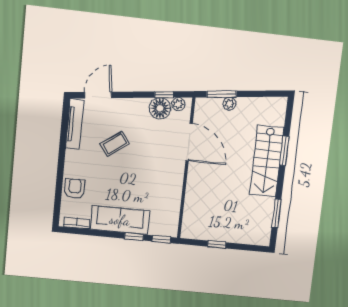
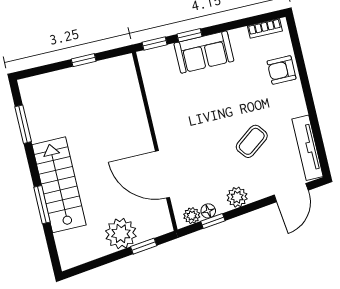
window: (222, 94) -> (144, 246), width x0.67
plant: (229, 104) -> (121, 234), width x1.88, depth x1.88
plant: (140, 106) -> (237, 197), added
floor lamp: (160, 108) -> (208, 211), width x0.53, depth x0.53
armchair: (75, 189) -> (281, 70), turned 90
sofa: (120, 220) -> (204, 52), width x0.73

